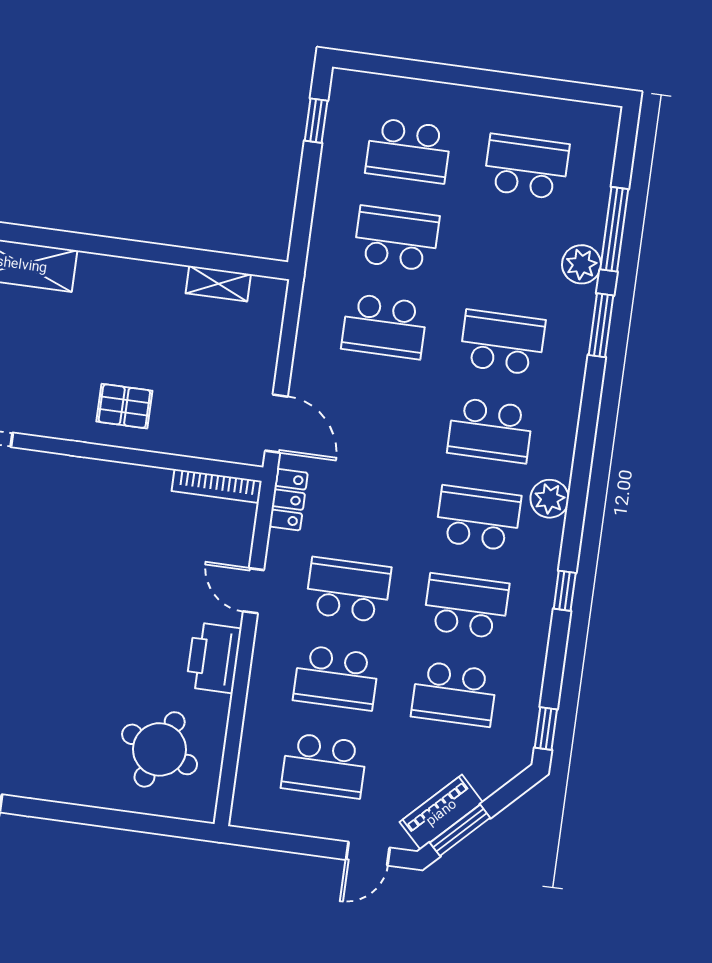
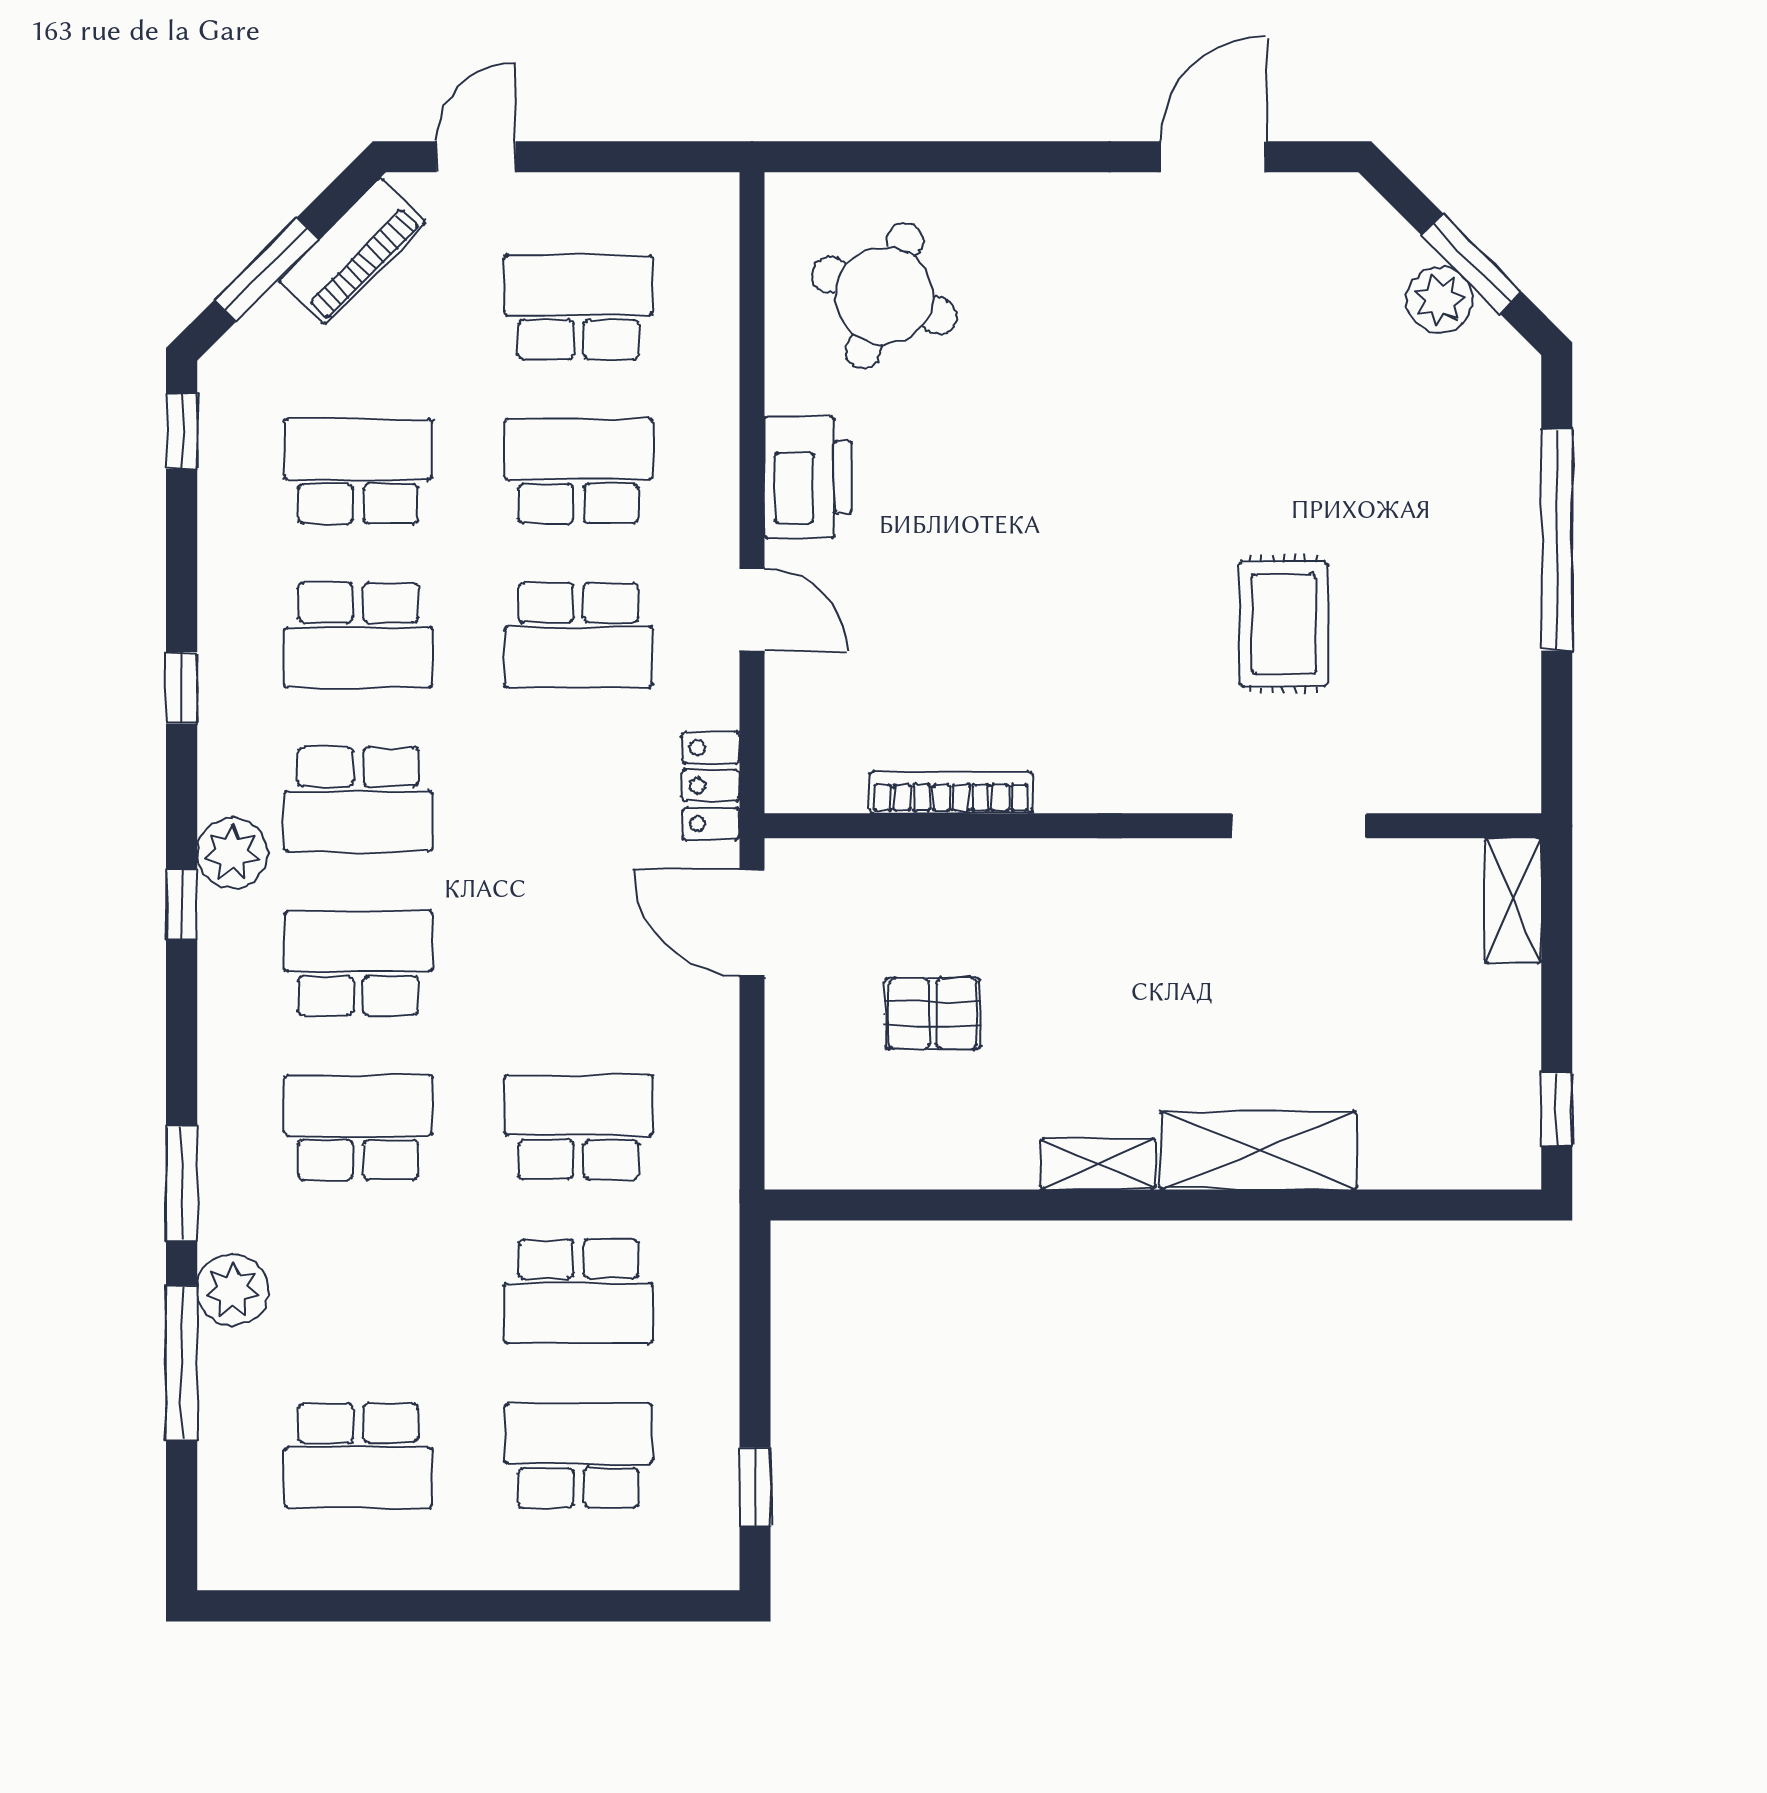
shelving: (218, 284) -> (1098, 1164), moved
school desk: (502, 342) -> (358, 1127), turned 180
pallet: (124, 406) -> (933, 1014), moved
window: (581, 475) -> (182, 904), added
bookcase: (217, 486) -> (951, 793), moved
window: (460, 830) -> (266, 270), moved

